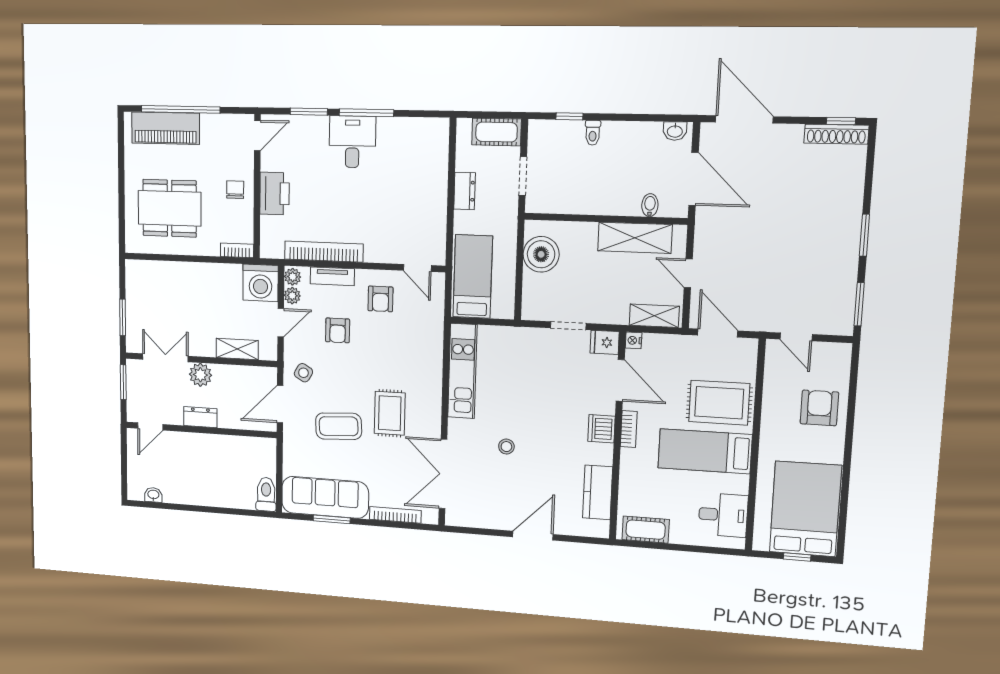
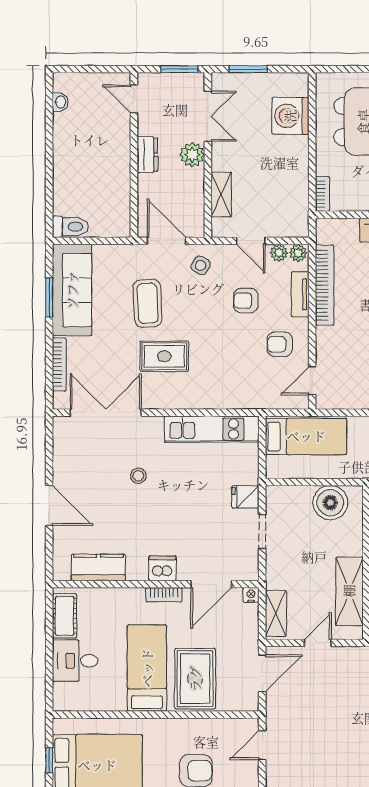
washing machine: (261, 283) -> (290, 116), moved
fridge: (605, 342) -> (245, 497), moved, turned -90
desk: (723, 515) -> (75, 661), moved, turned 90

